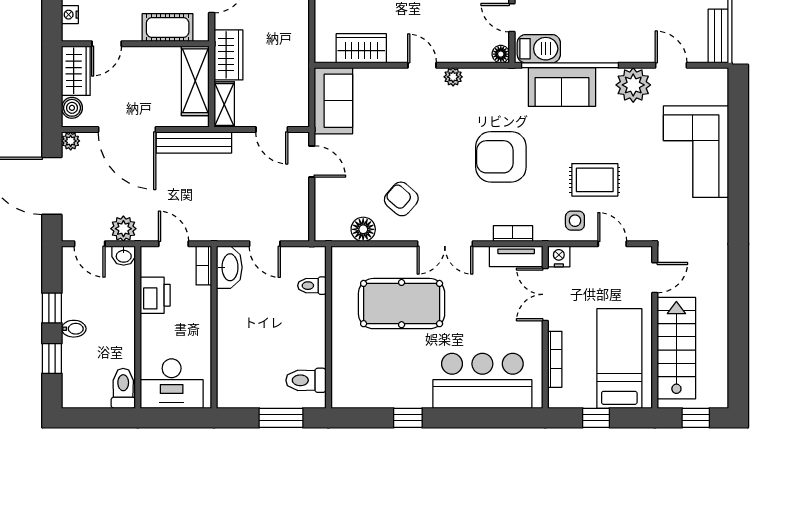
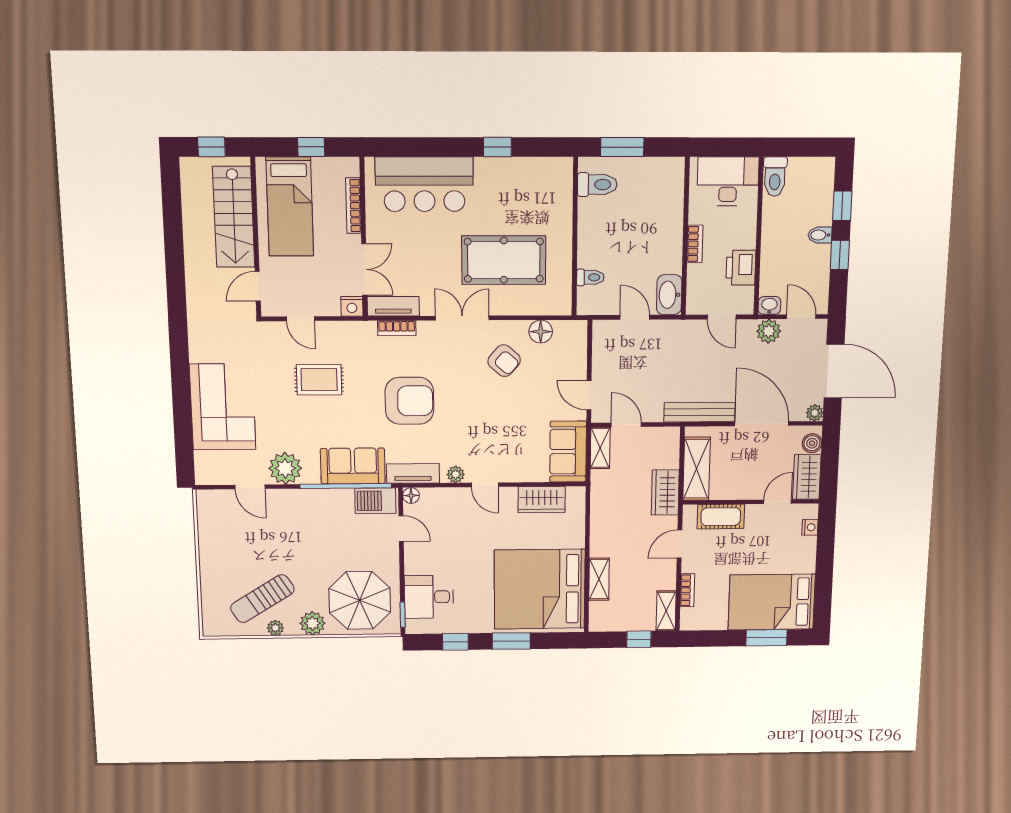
bench: (718, 36) -> (206, 514), removed
tv unit: (498, 78) -> (413, 473), added
shelving: (224, 104) -> (600, 448), moved
side table: (575, 221) -> (337, 341), removed
bookcase: (204, 266) -> (695, 244), moved

